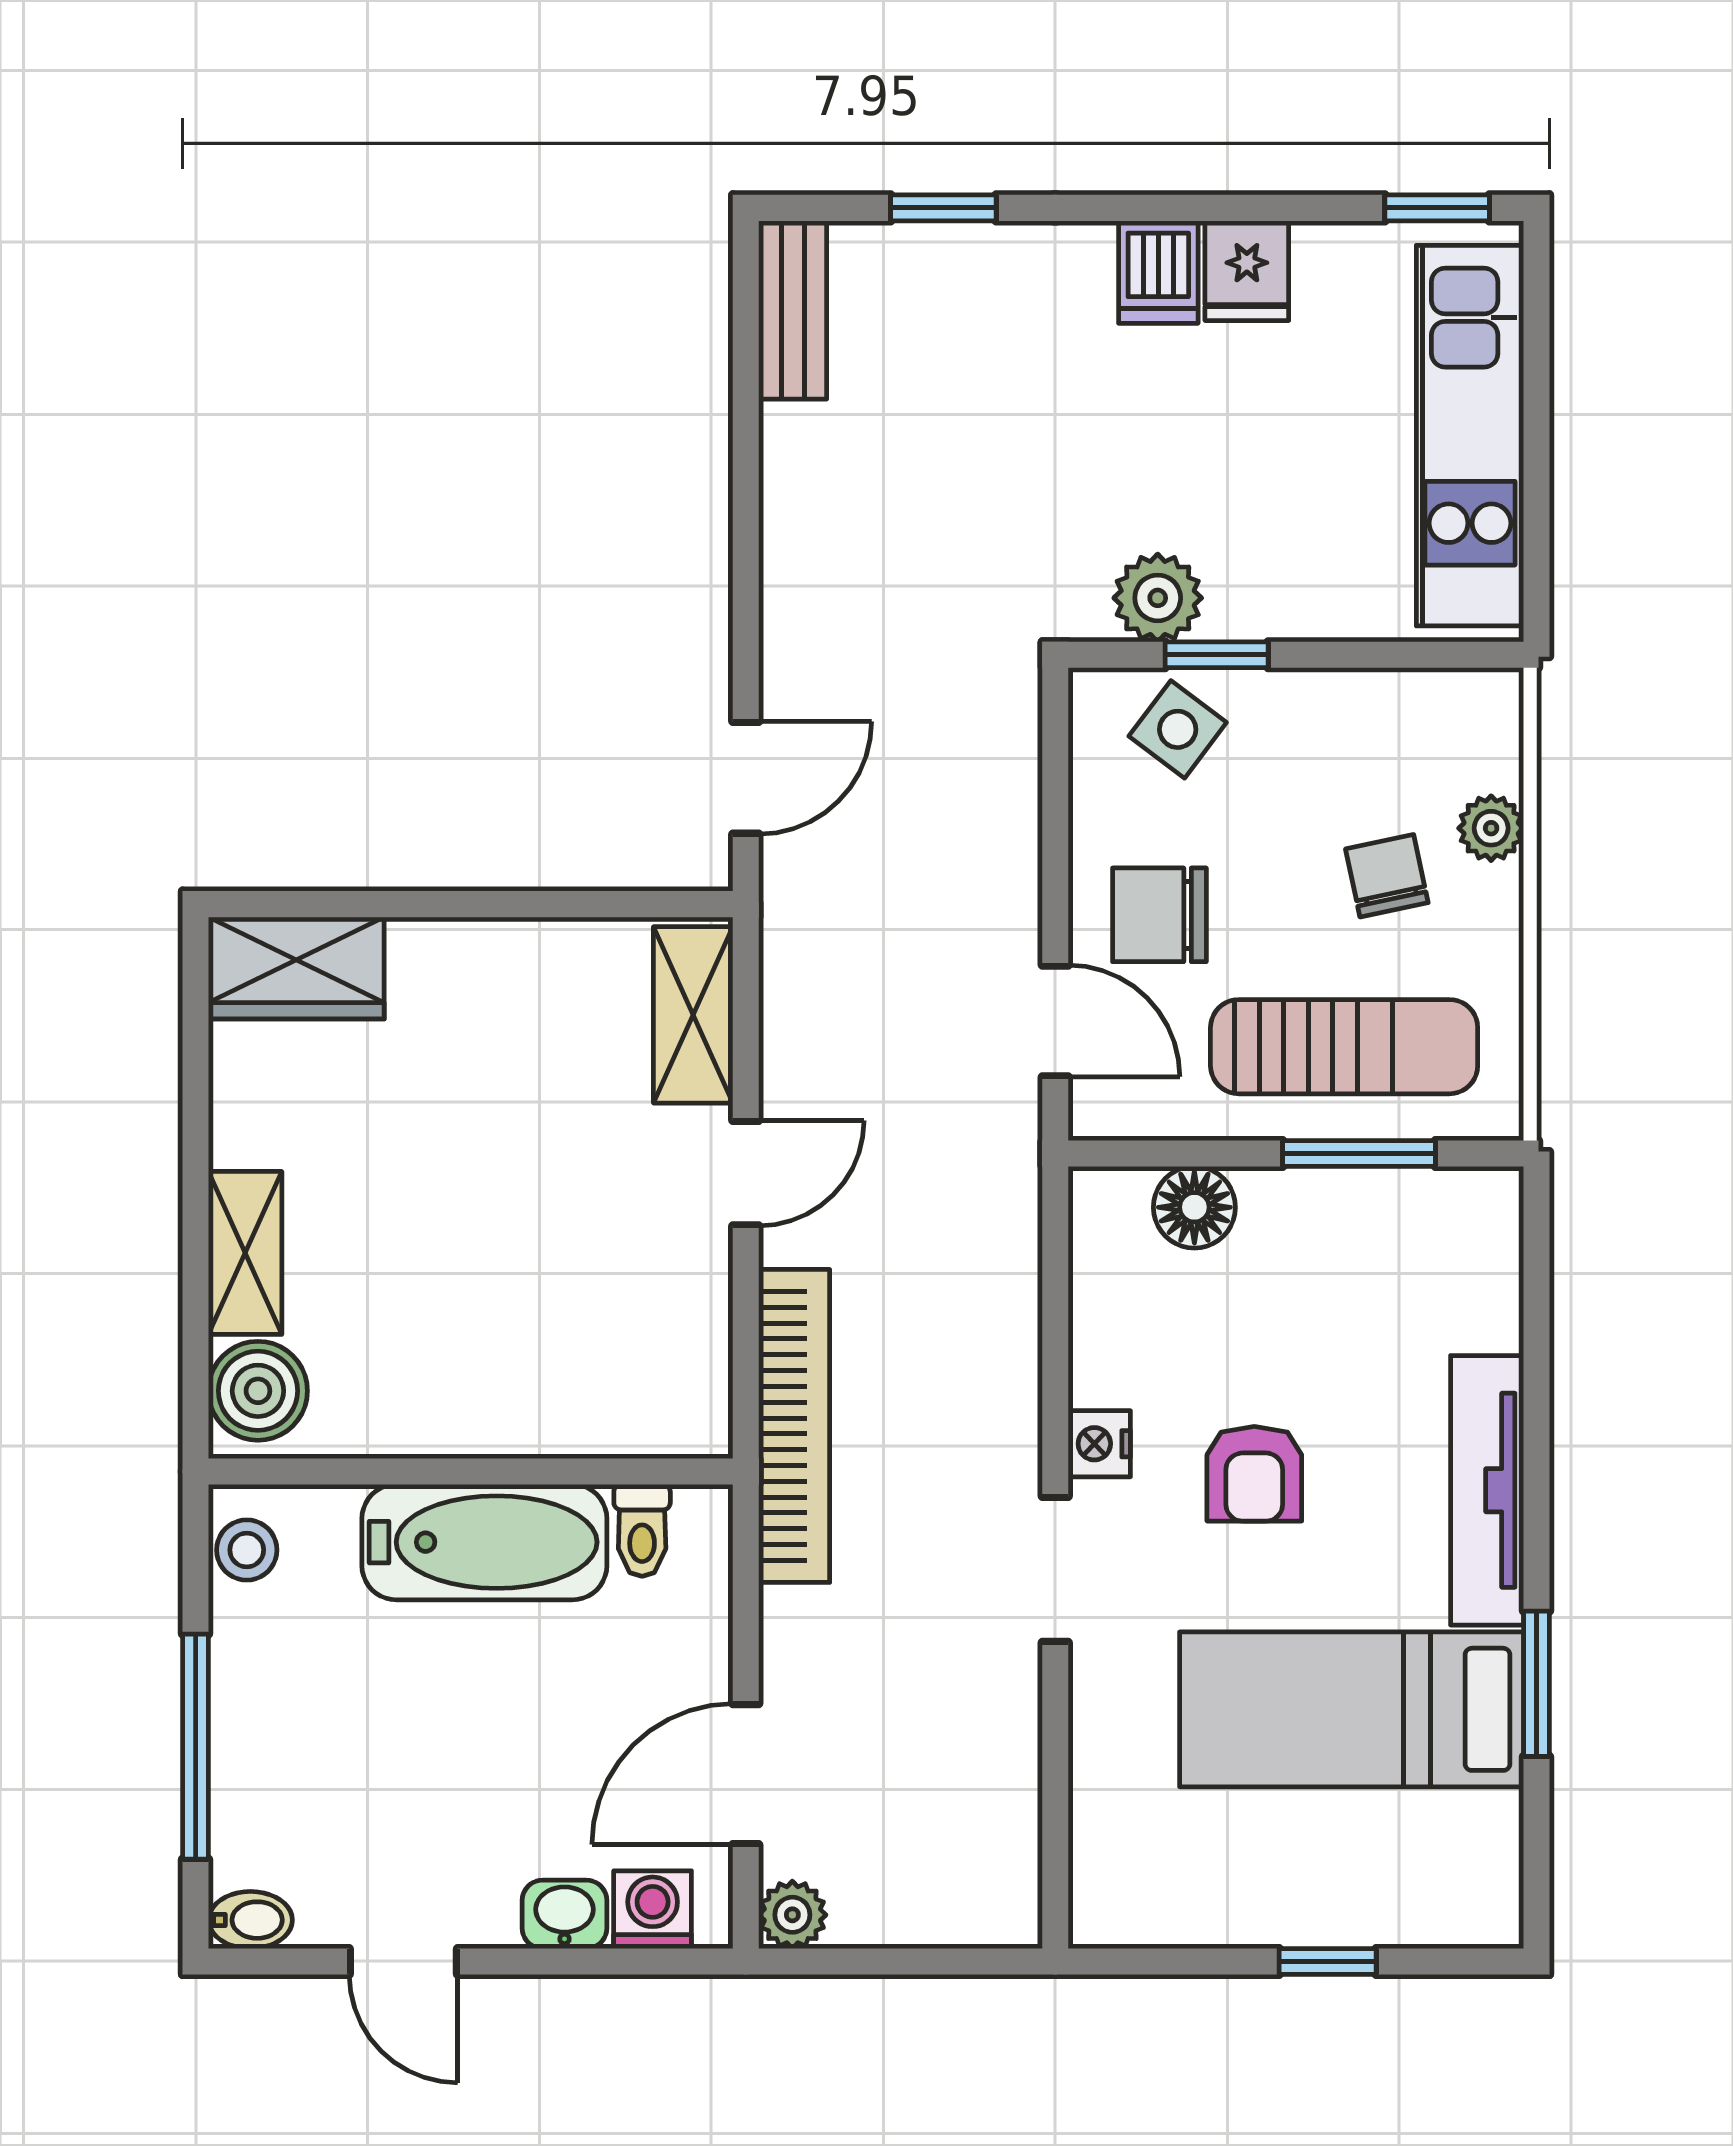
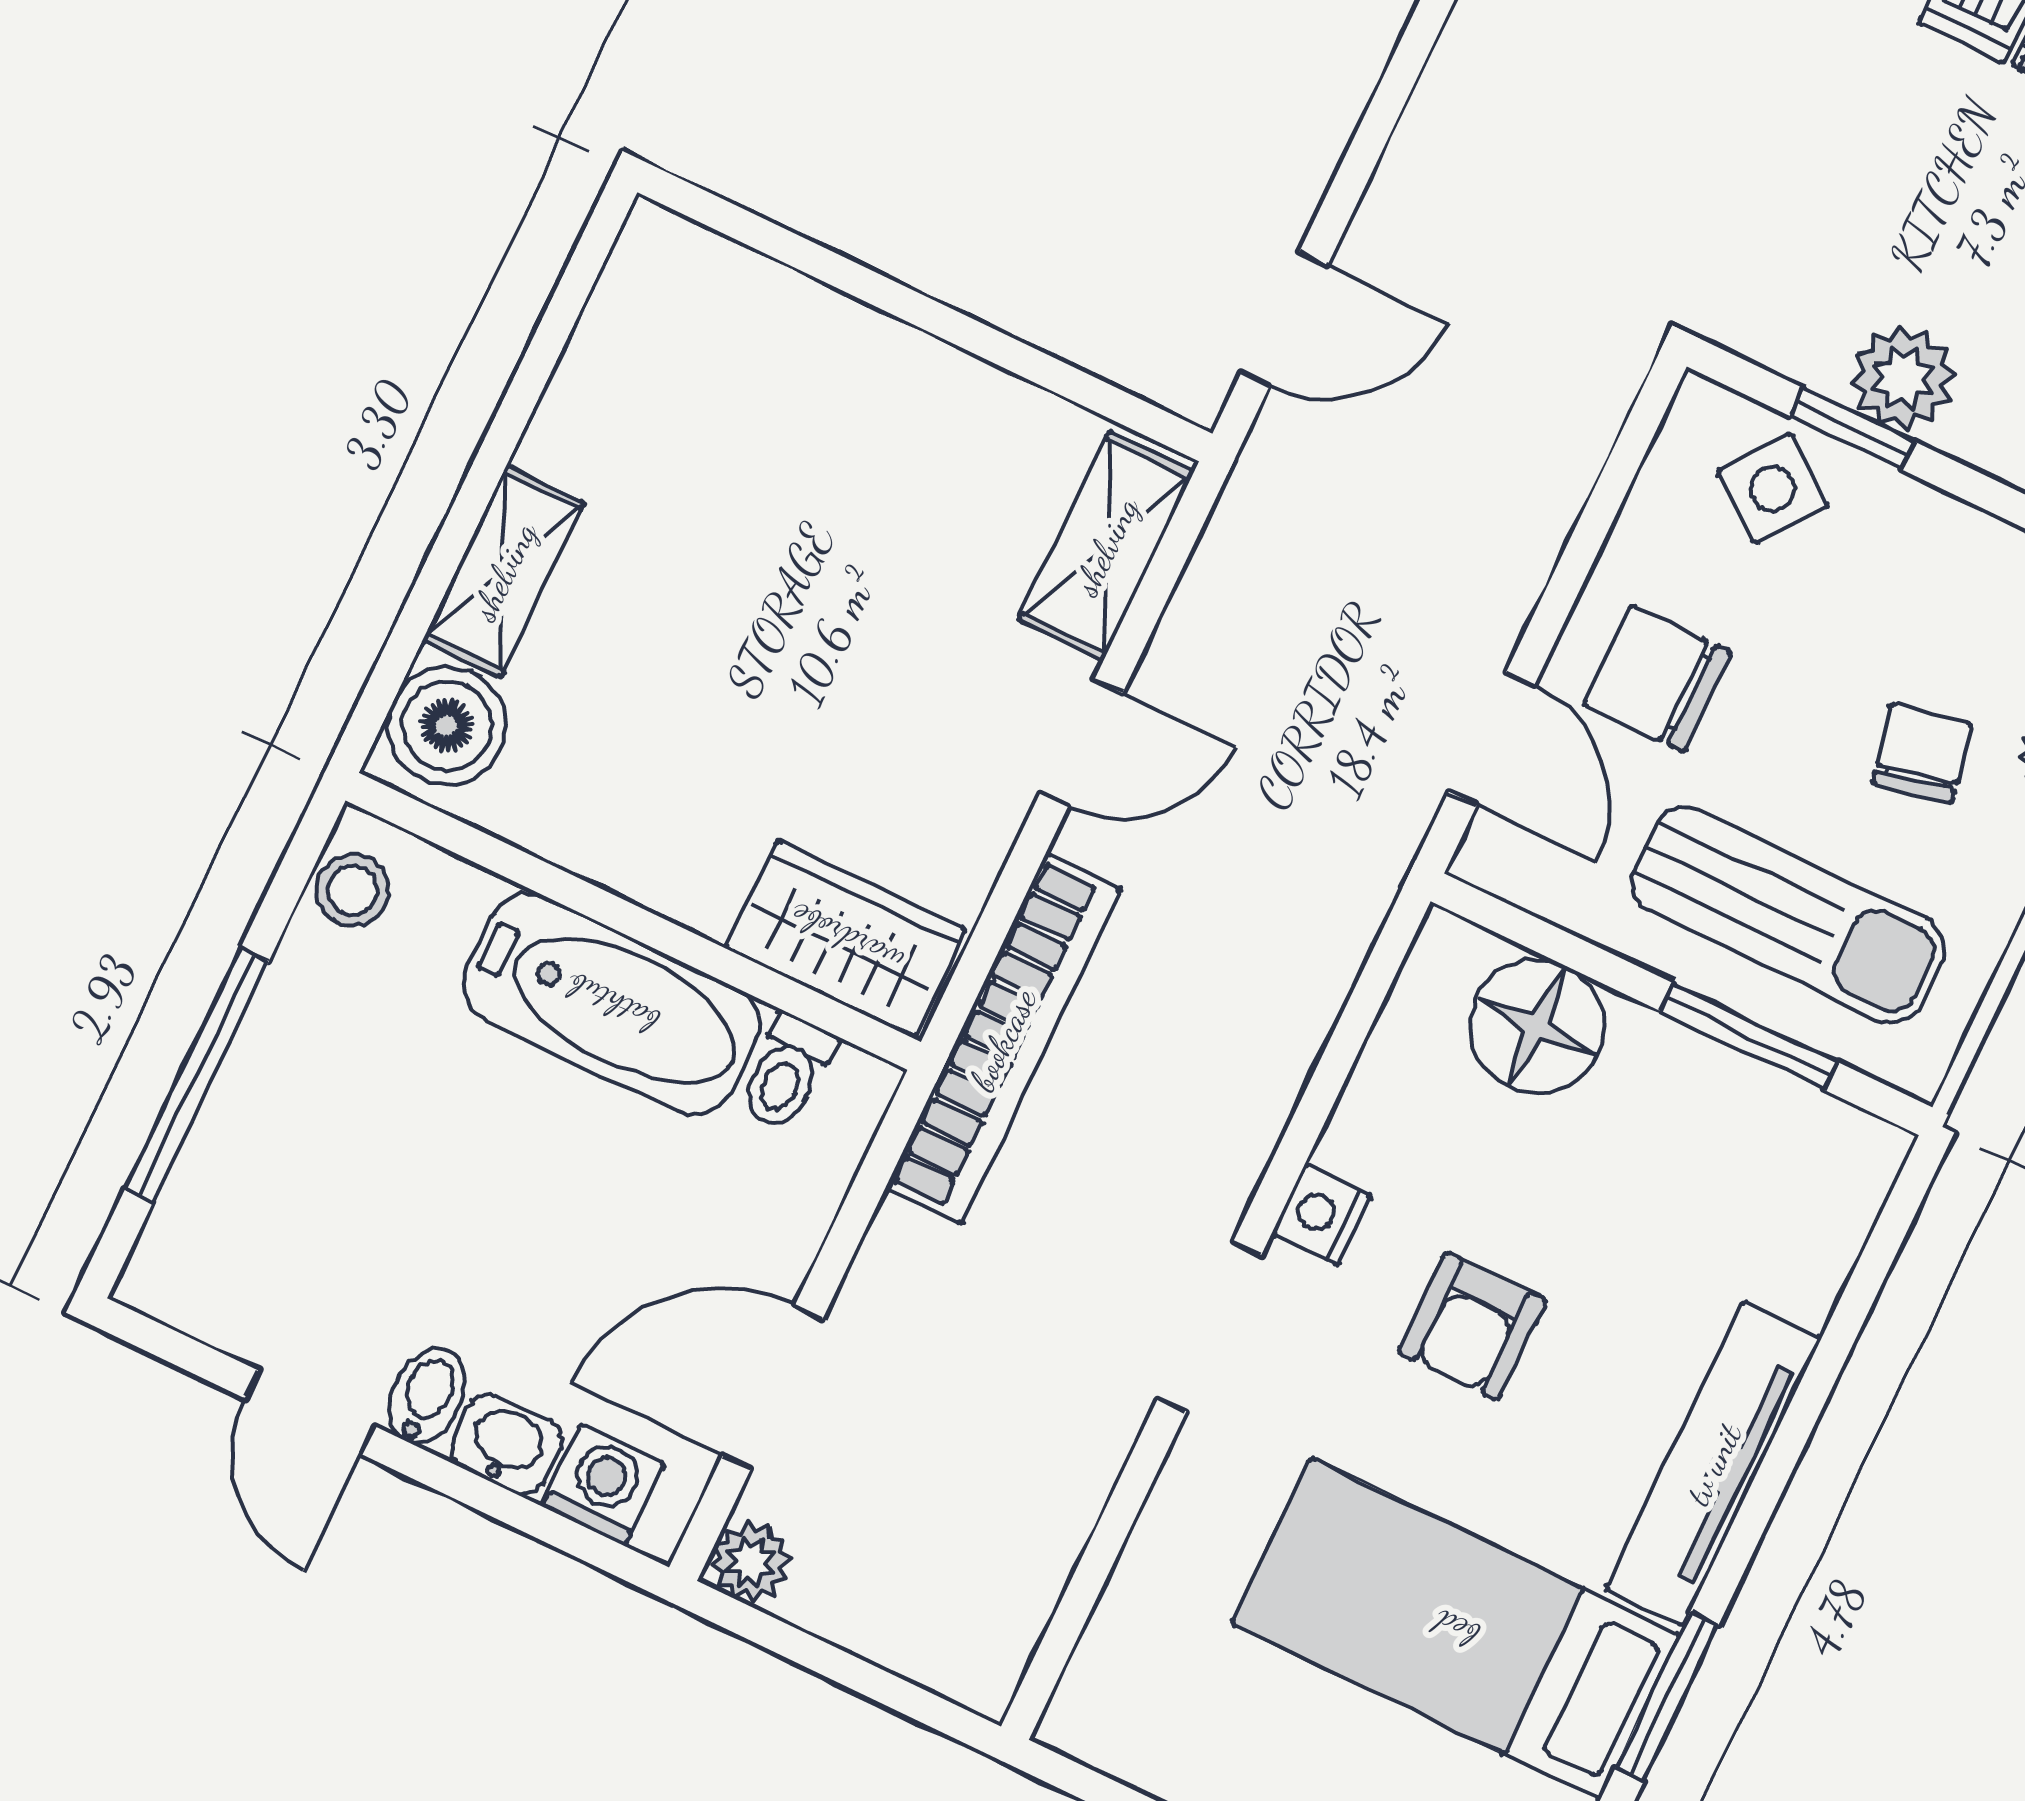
plant: (1158, 598) -> (1903, 378), moved
wardrobe: (296, 968) -> (846, 939), moved, turned 180
floor lamp: (1194, 1207) -> (1537, 1026), width x1.38, depth x1.38
bidet: (250, 1920) -> (427, 1396), moved, turned -90

